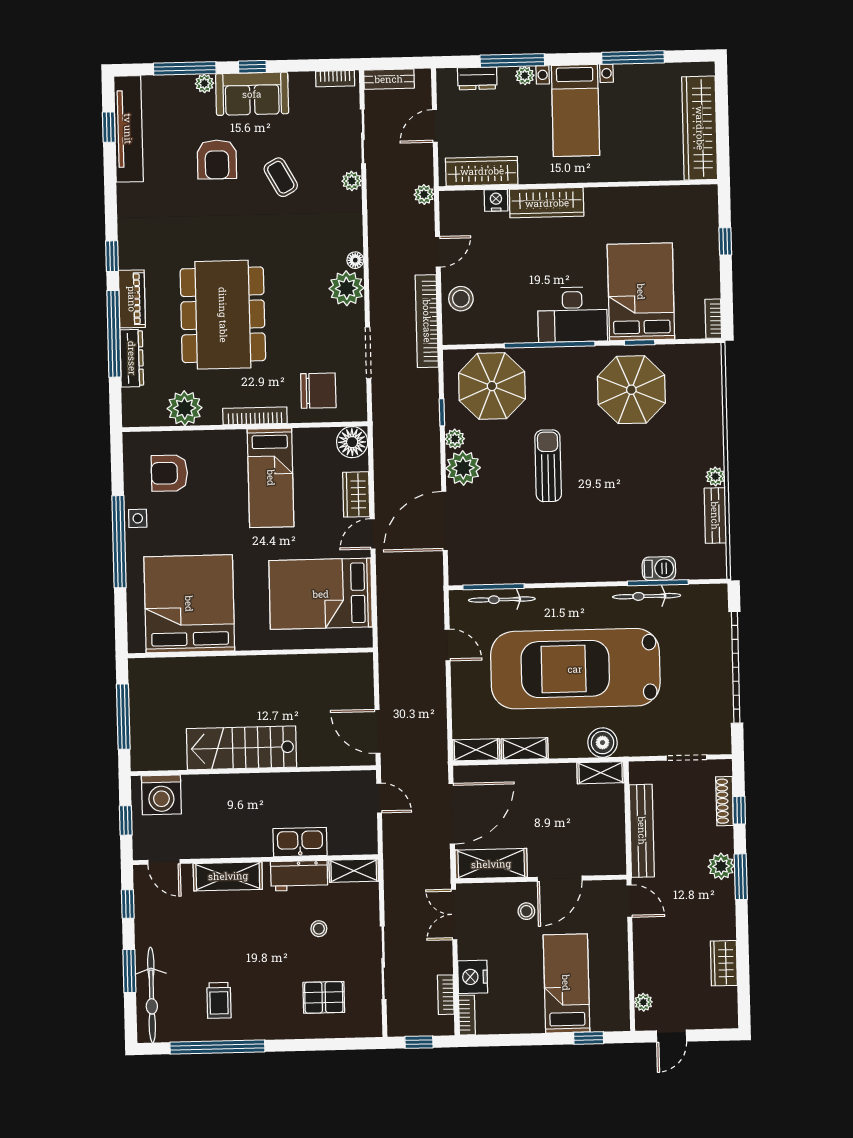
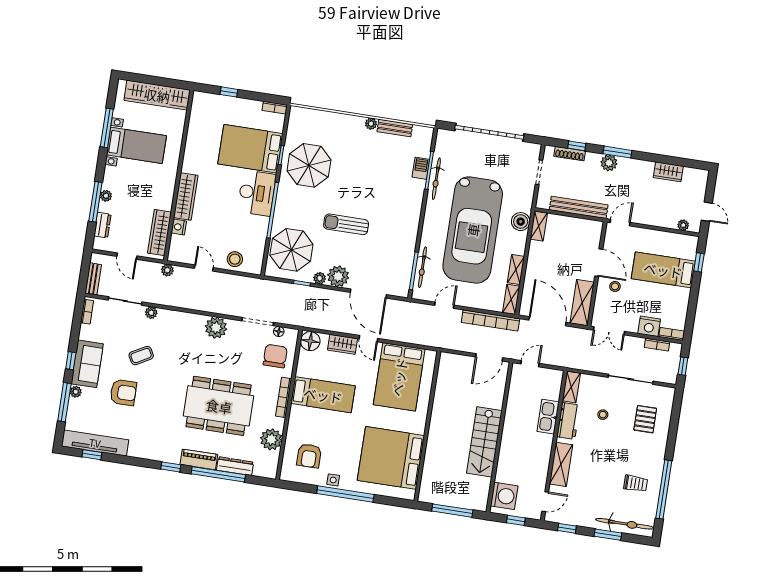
bed with nightstands: (575, 110) -> (136, 145), moved
floor lamp: (355, 260) -> (279, 331), moved
bookcase: (427, 321) -> (490, 320), moved

